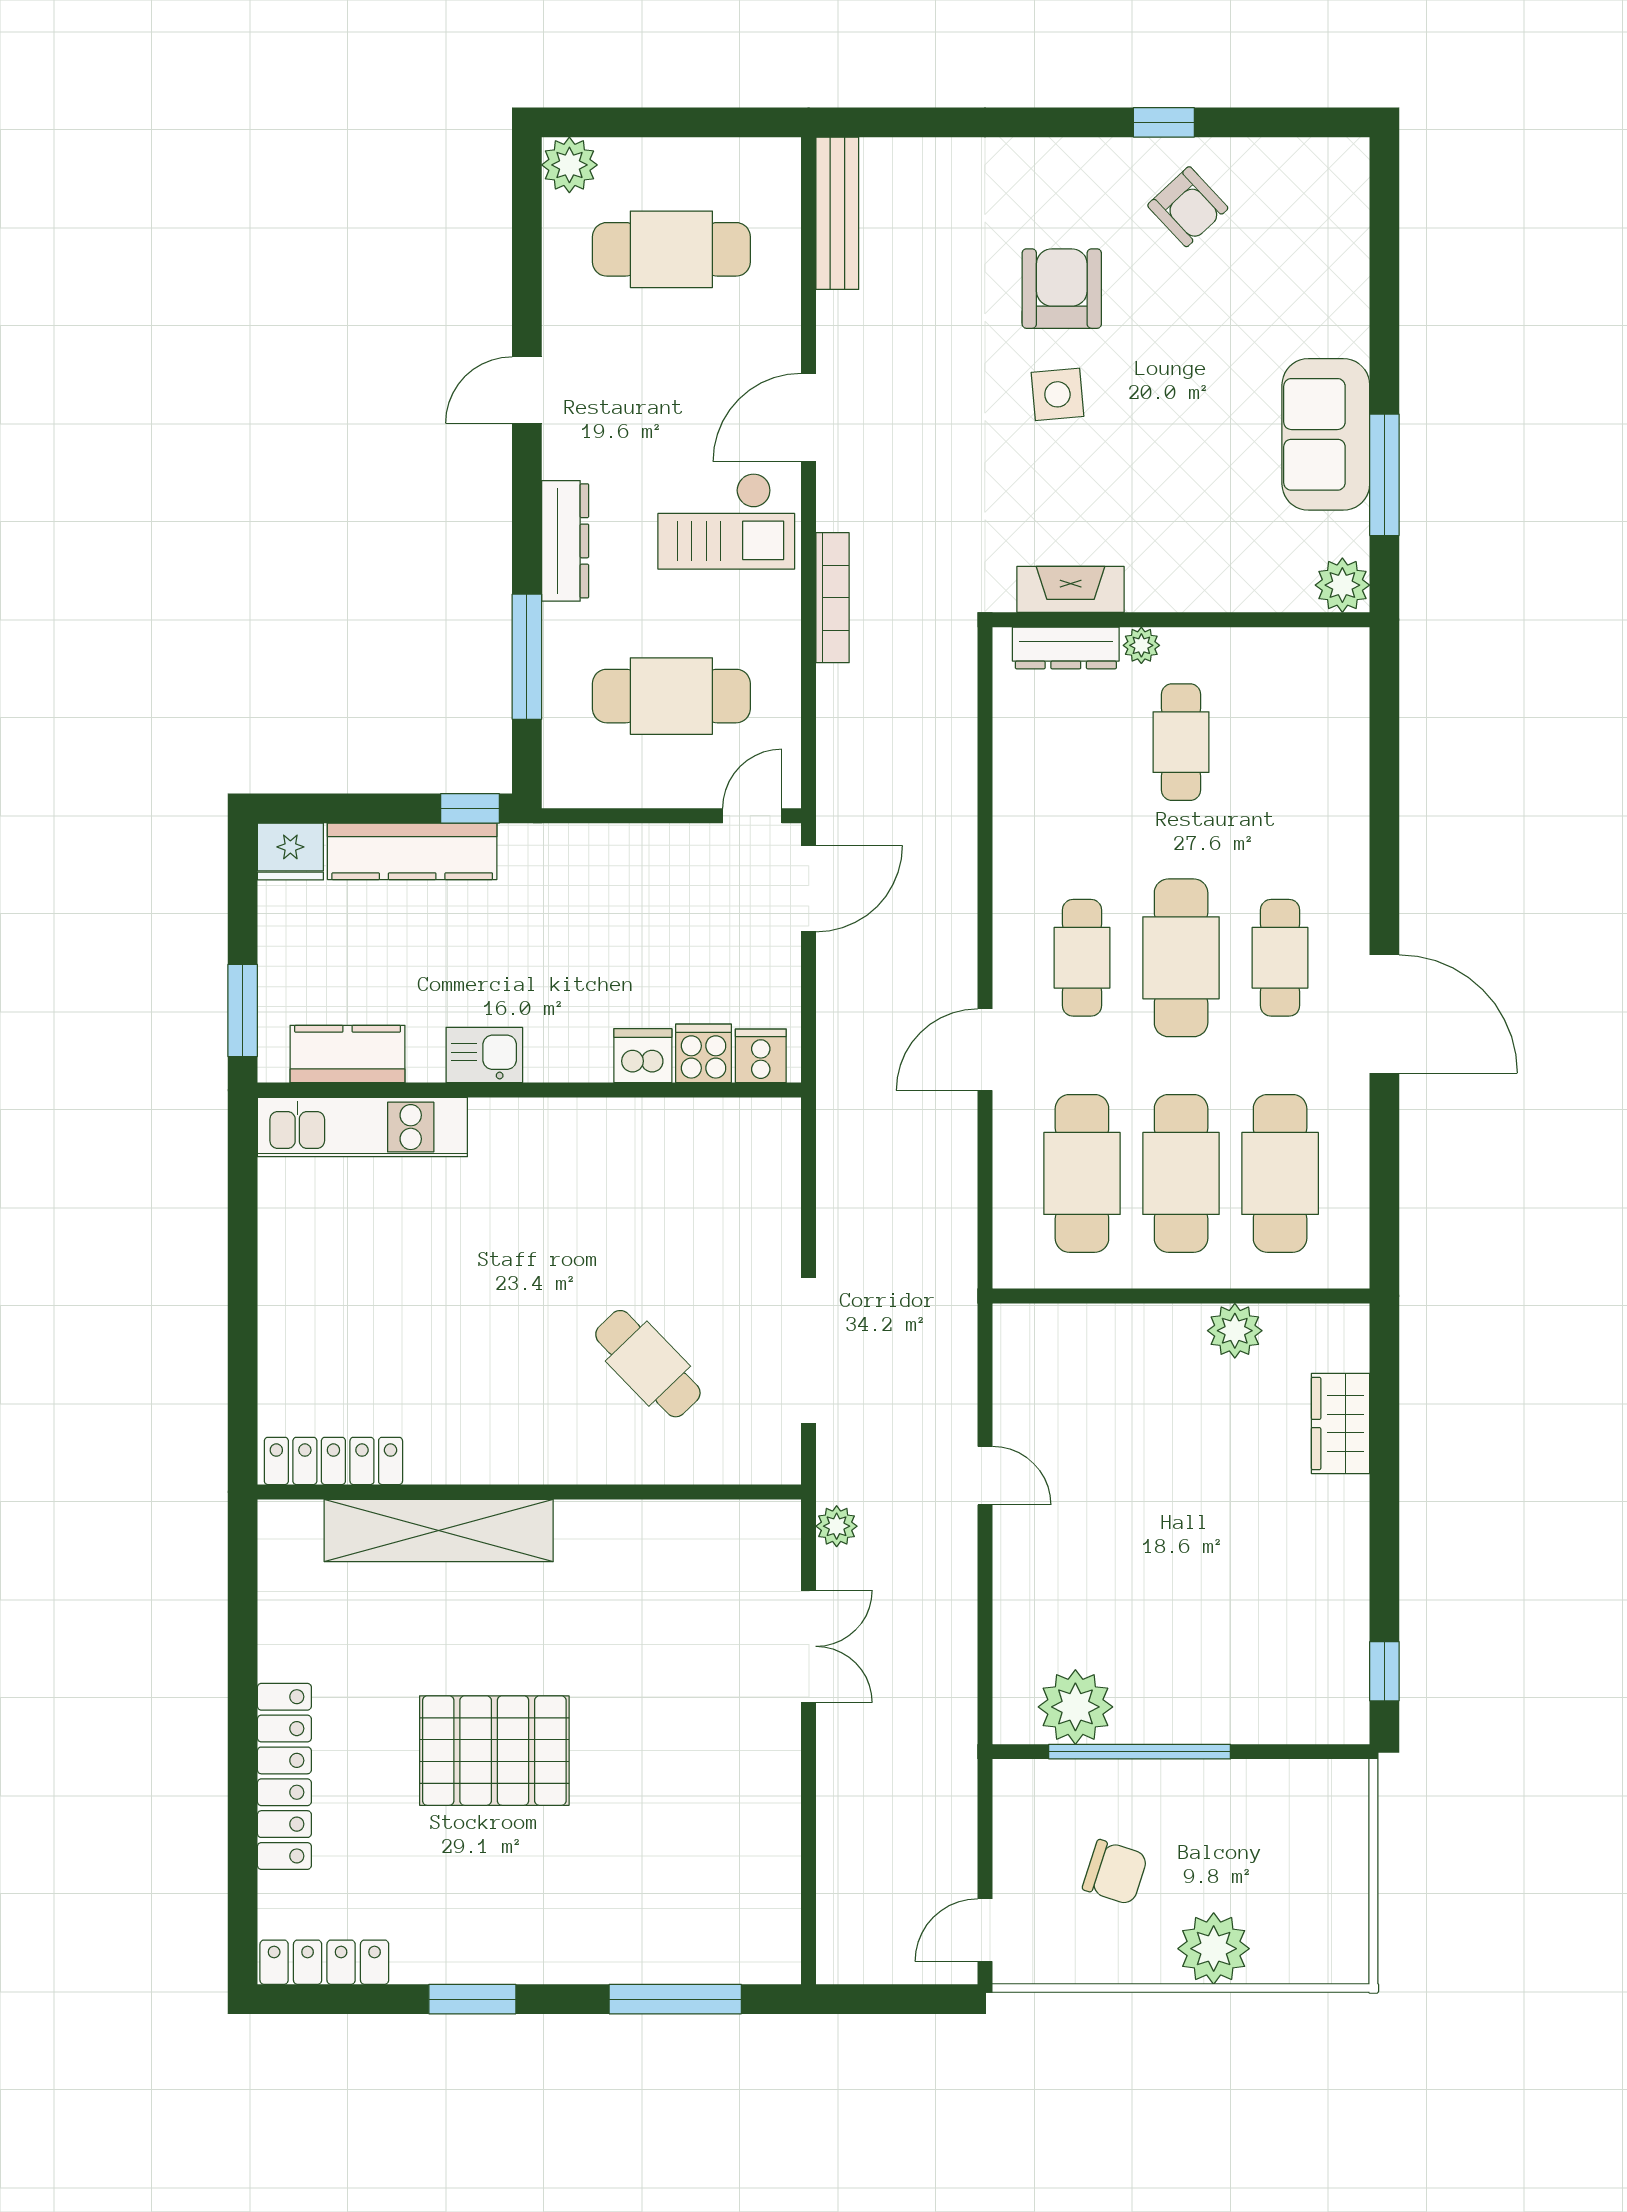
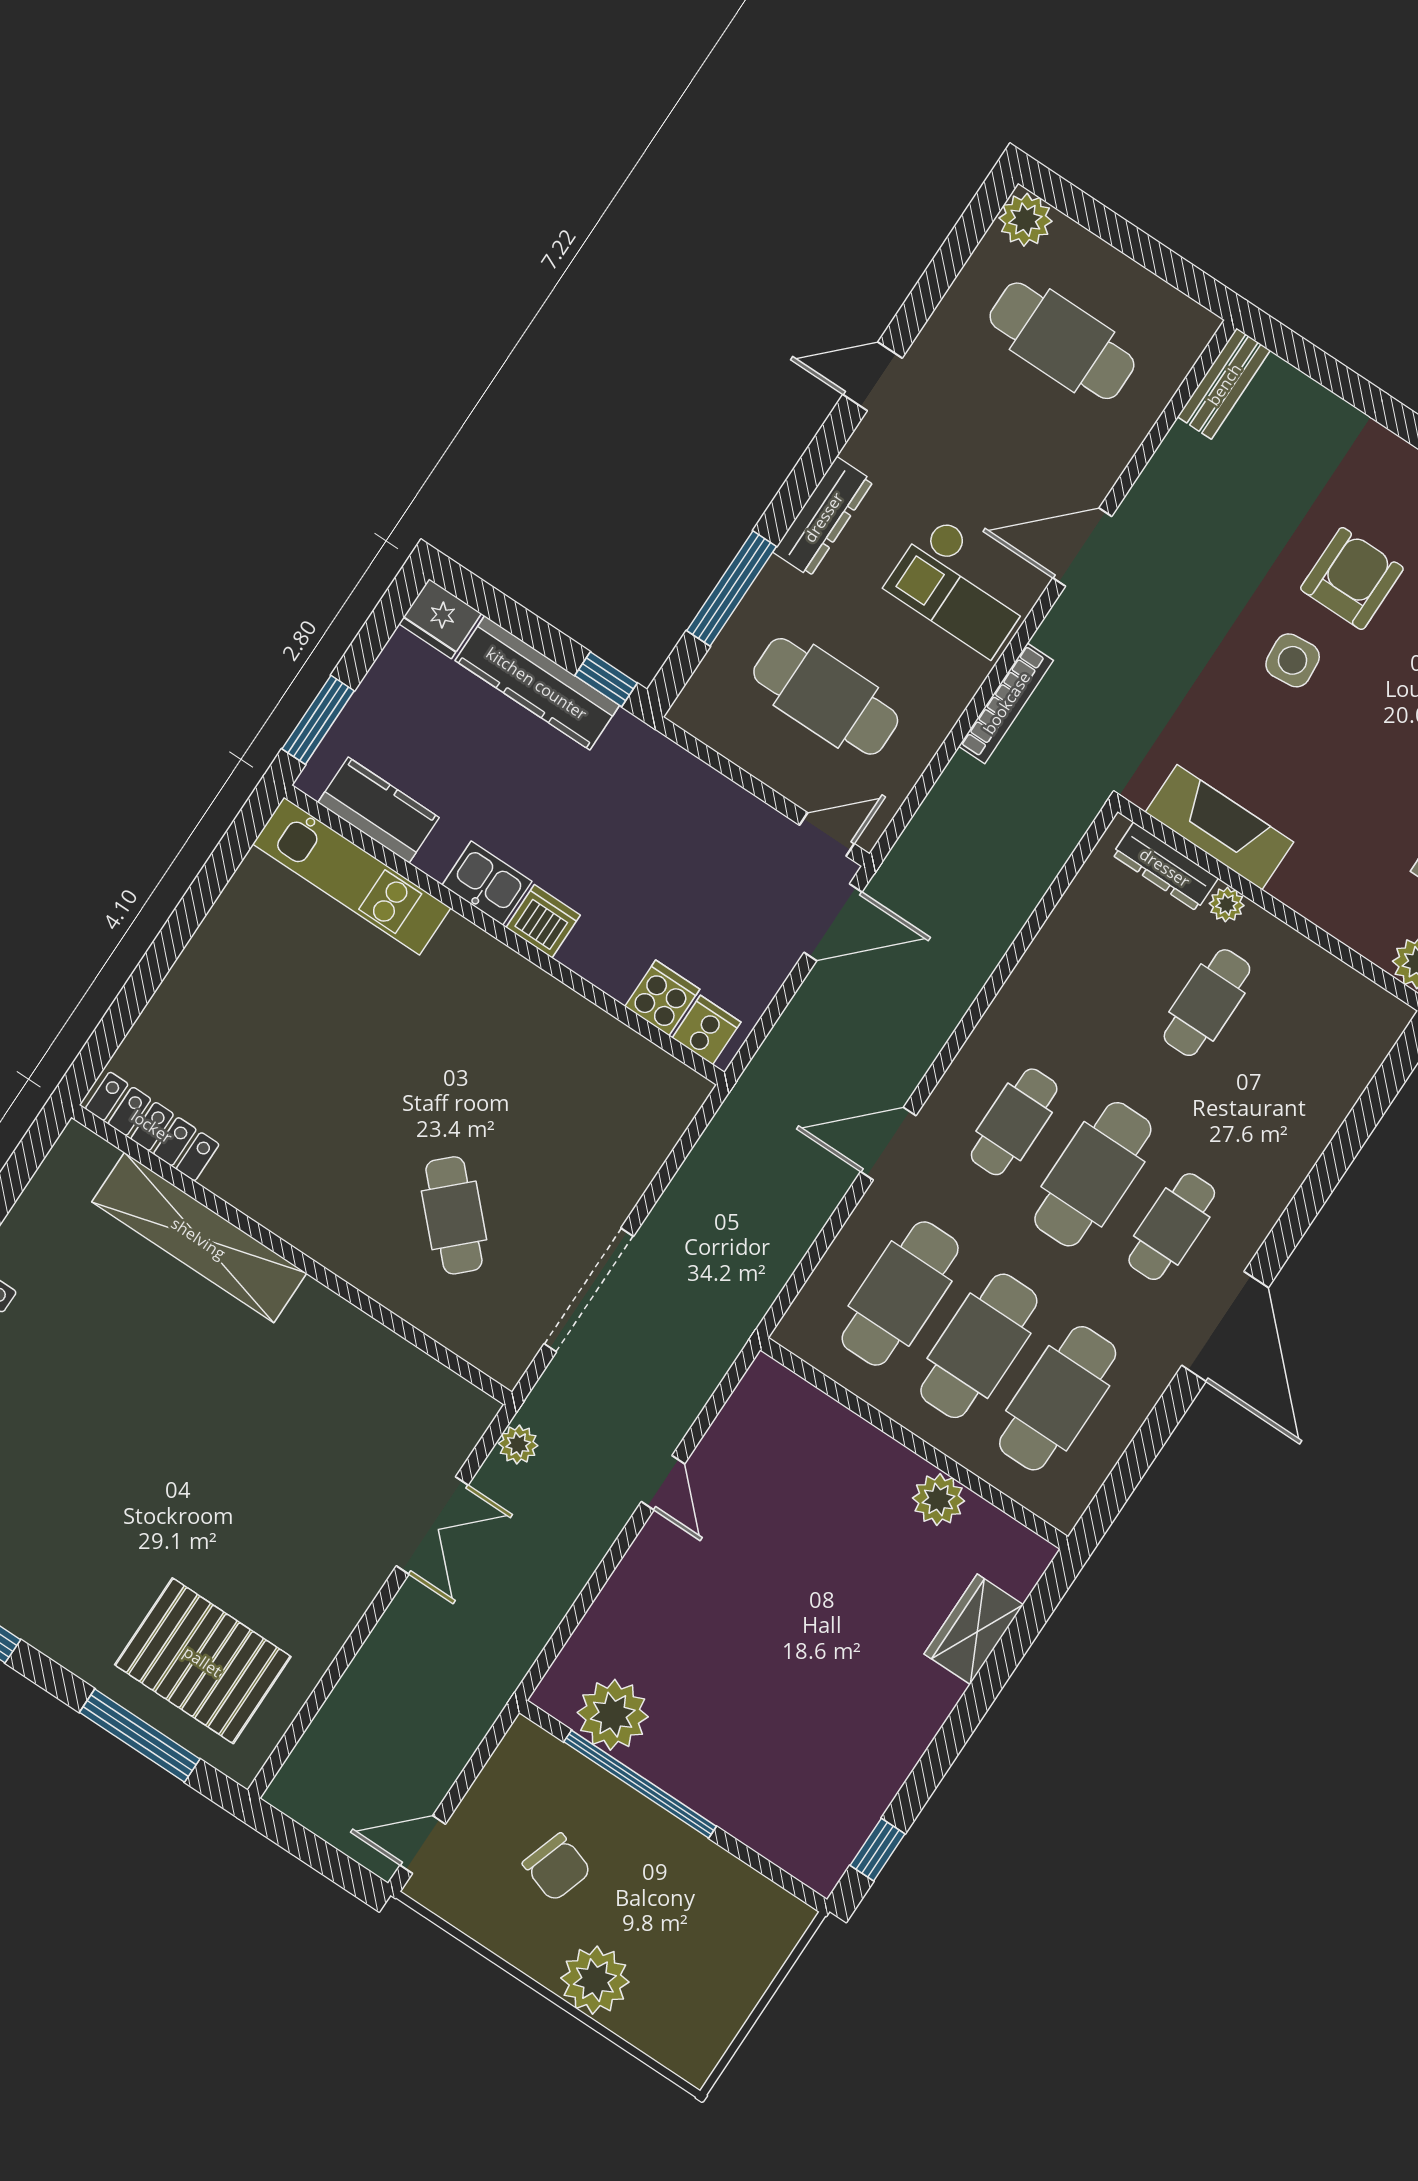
bench: (837, 213) -> (1224, 384), width x0.73
fireplace: (1071, 589) -> (1219, 827), width x1.37, depth x1.32
dishwasher: (643, 1056) -> (543, 921), moved
pallet: (494, 1751) -> (203, 1661), moved

